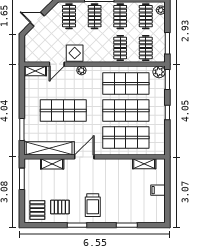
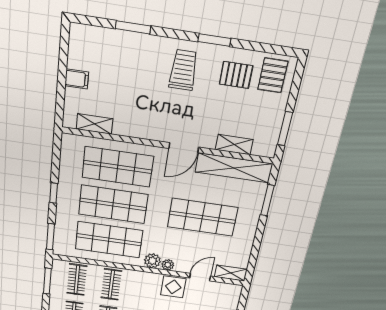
plant: (159, 72) -> (152, 261), moved

